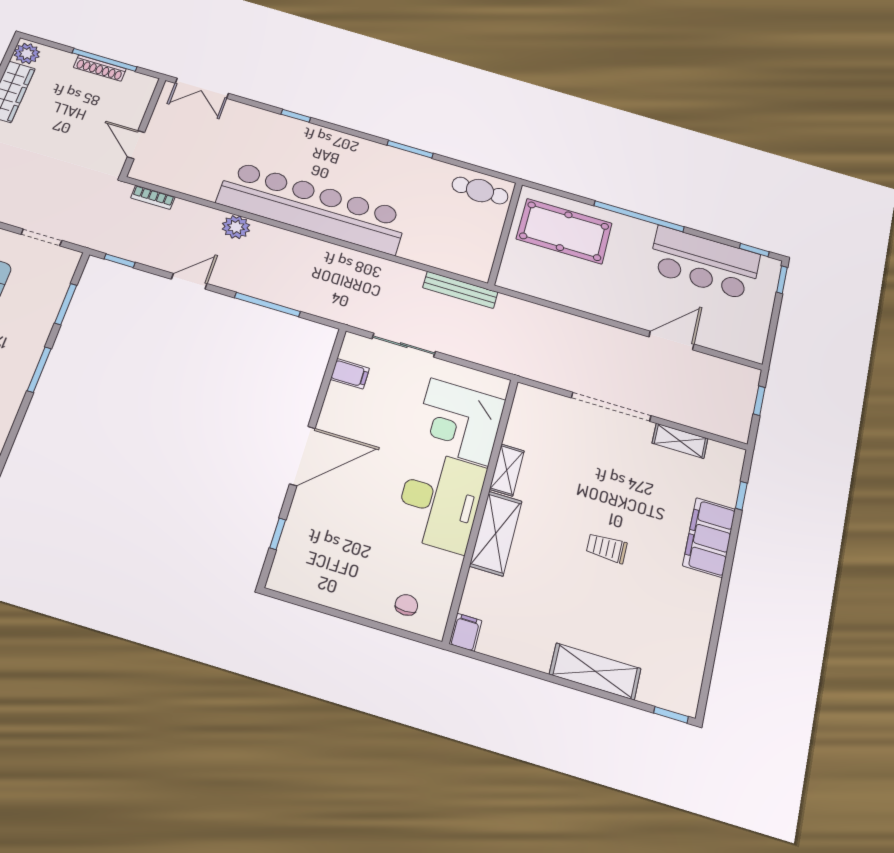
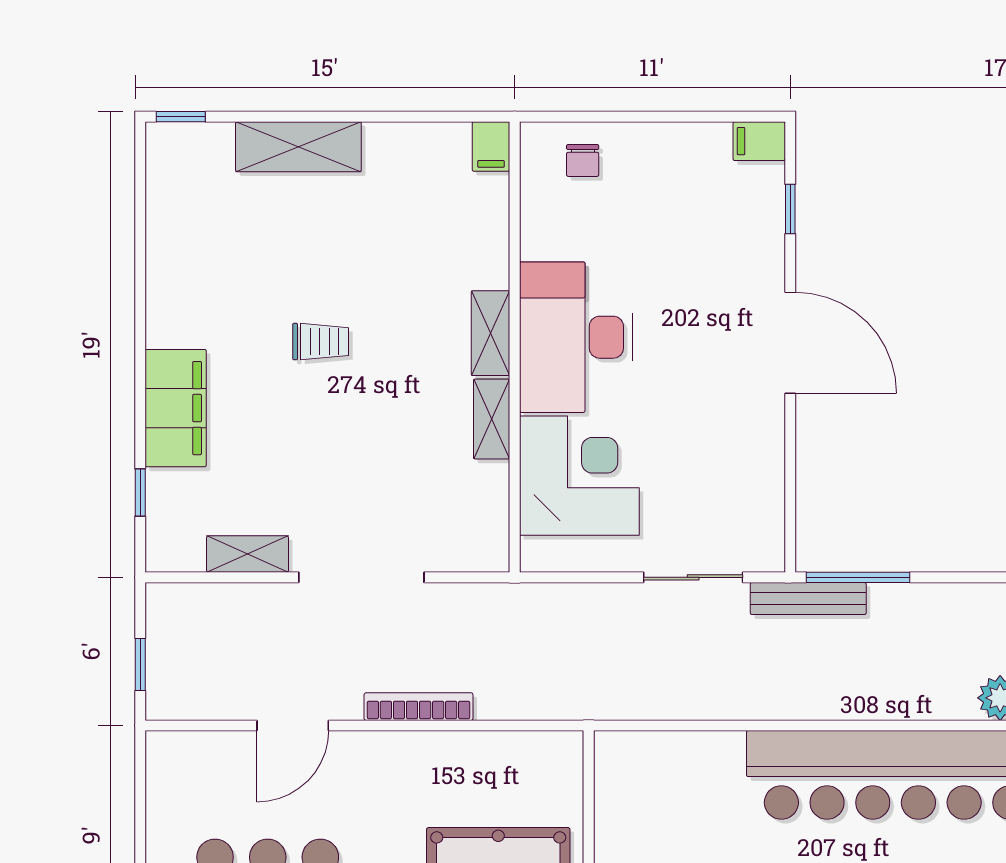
bench: (460, 290) -> (808, 598), moved
window: (267, 305) -> (858, 577), moved
bookcase: (592, 327) -> (419, 707), added
filing cabinet: (350, 374) -> (759, 141), moved
door: (302, 456) -> (790, 343), swing flipped
shelving: (496, 533) -> (491, 333), width x0.67, depth x0.75

